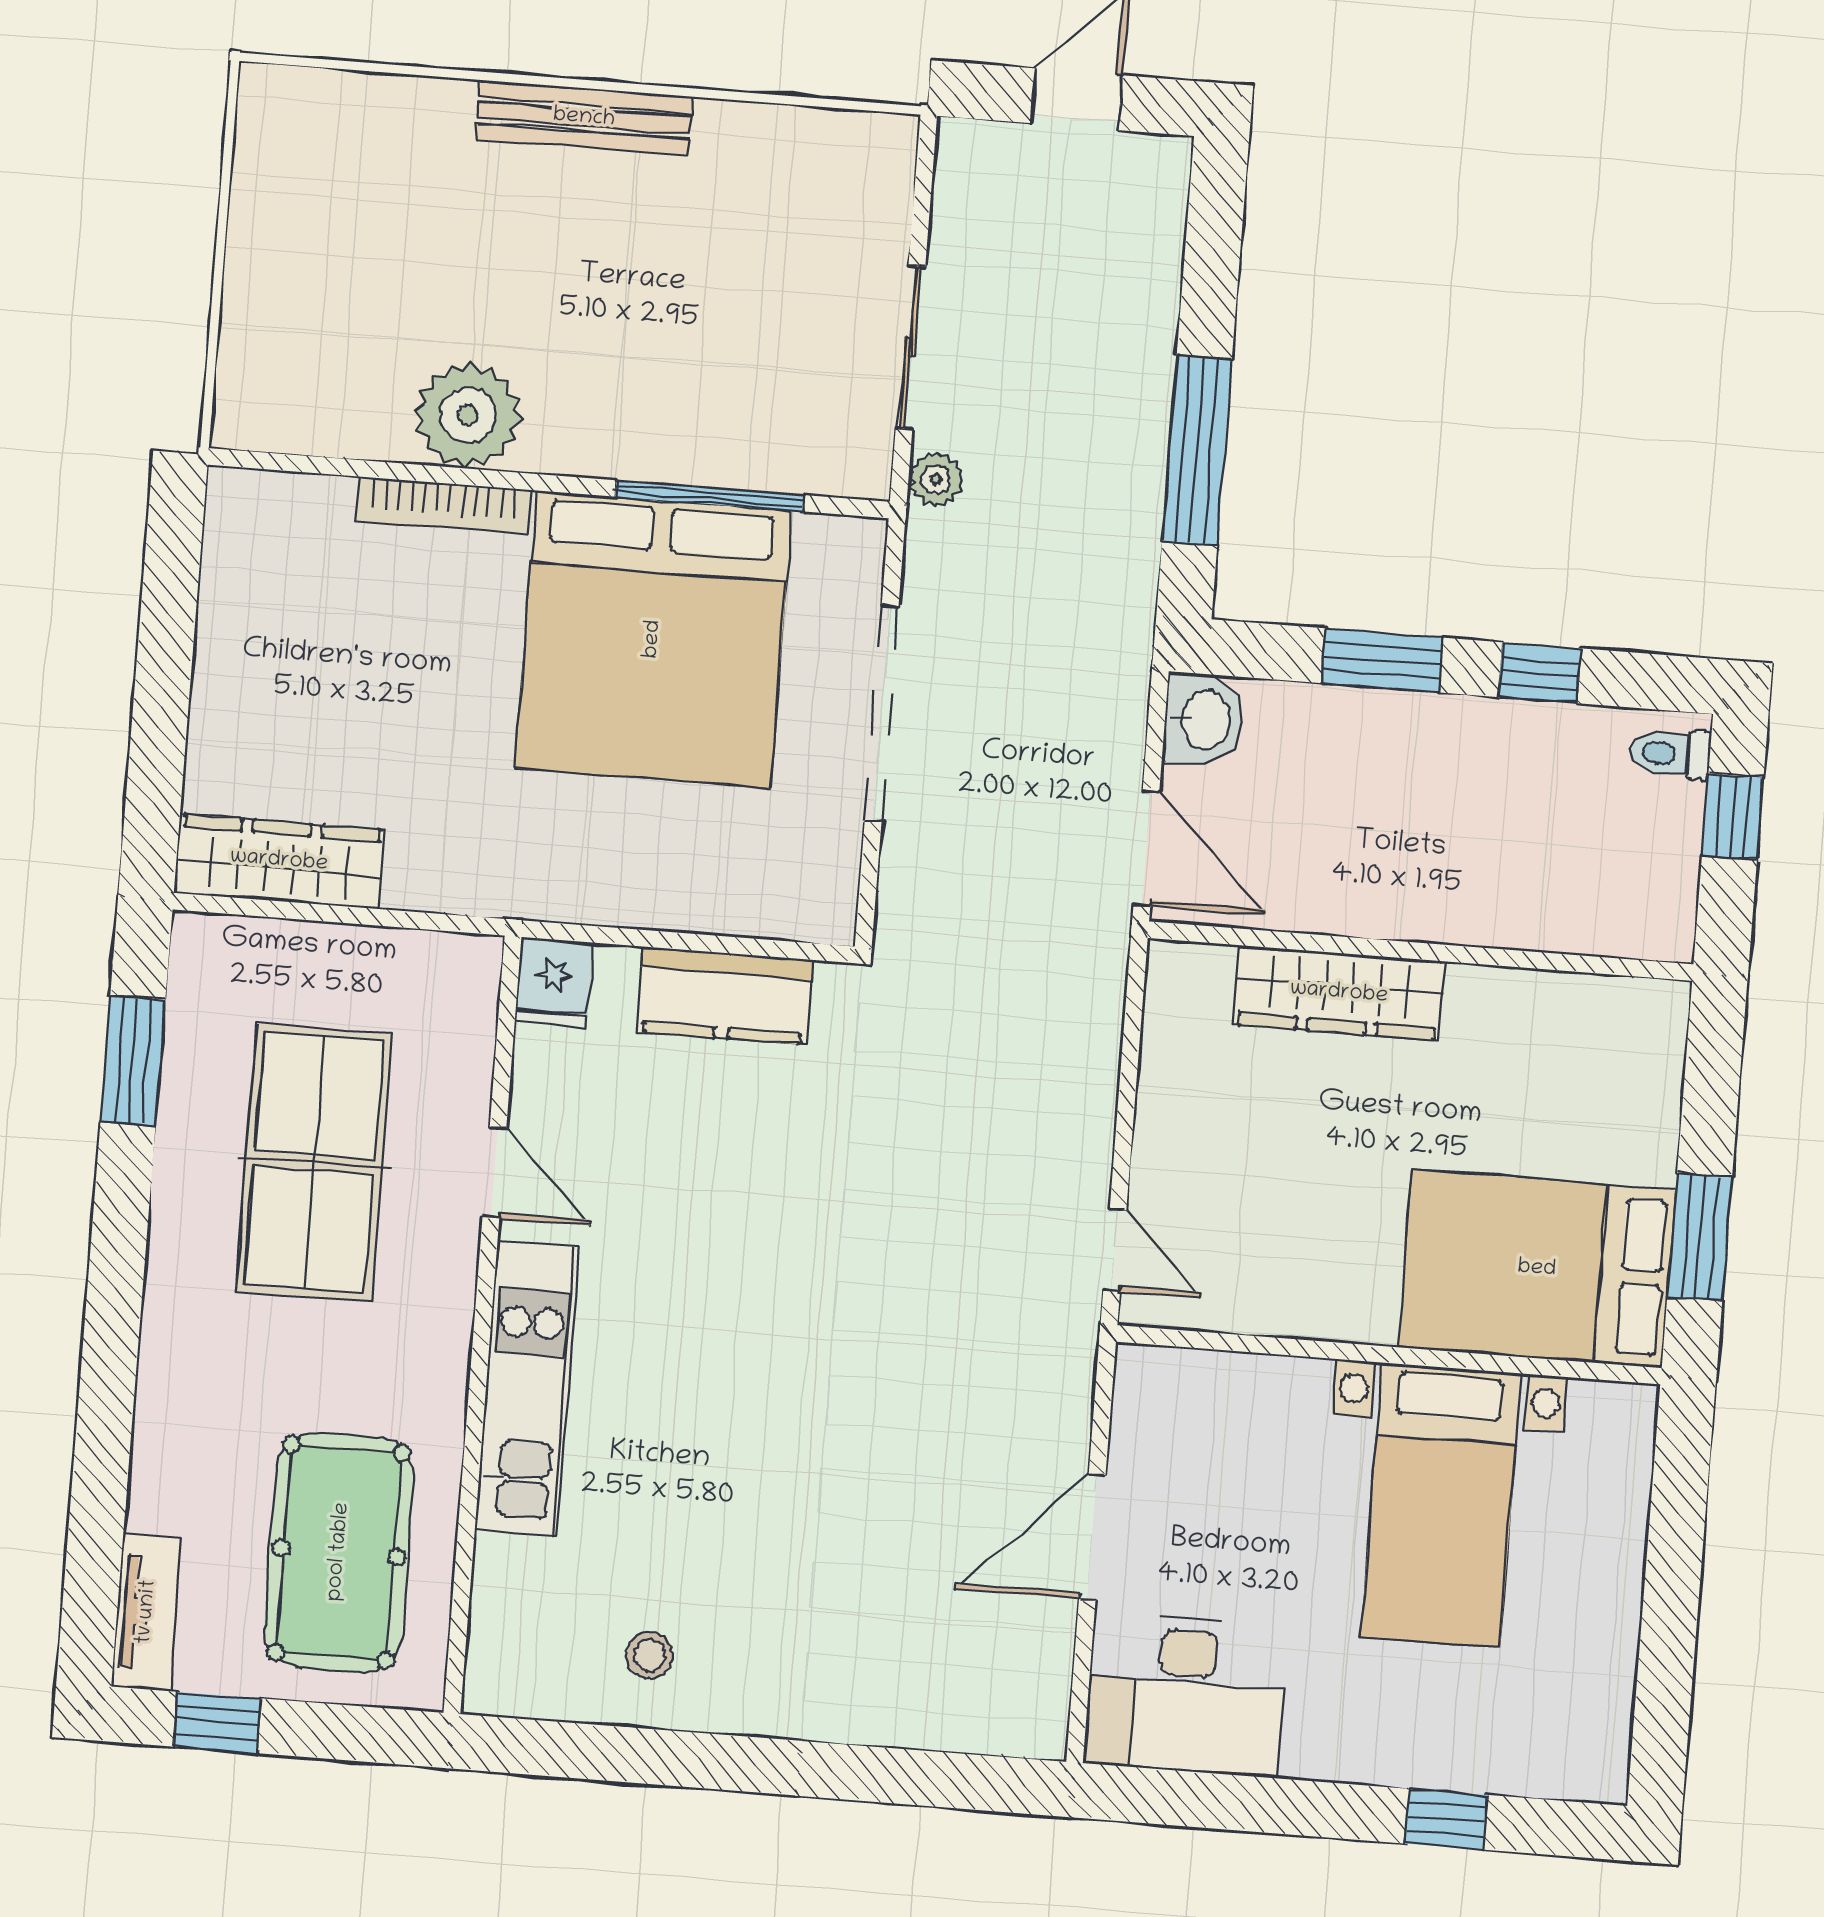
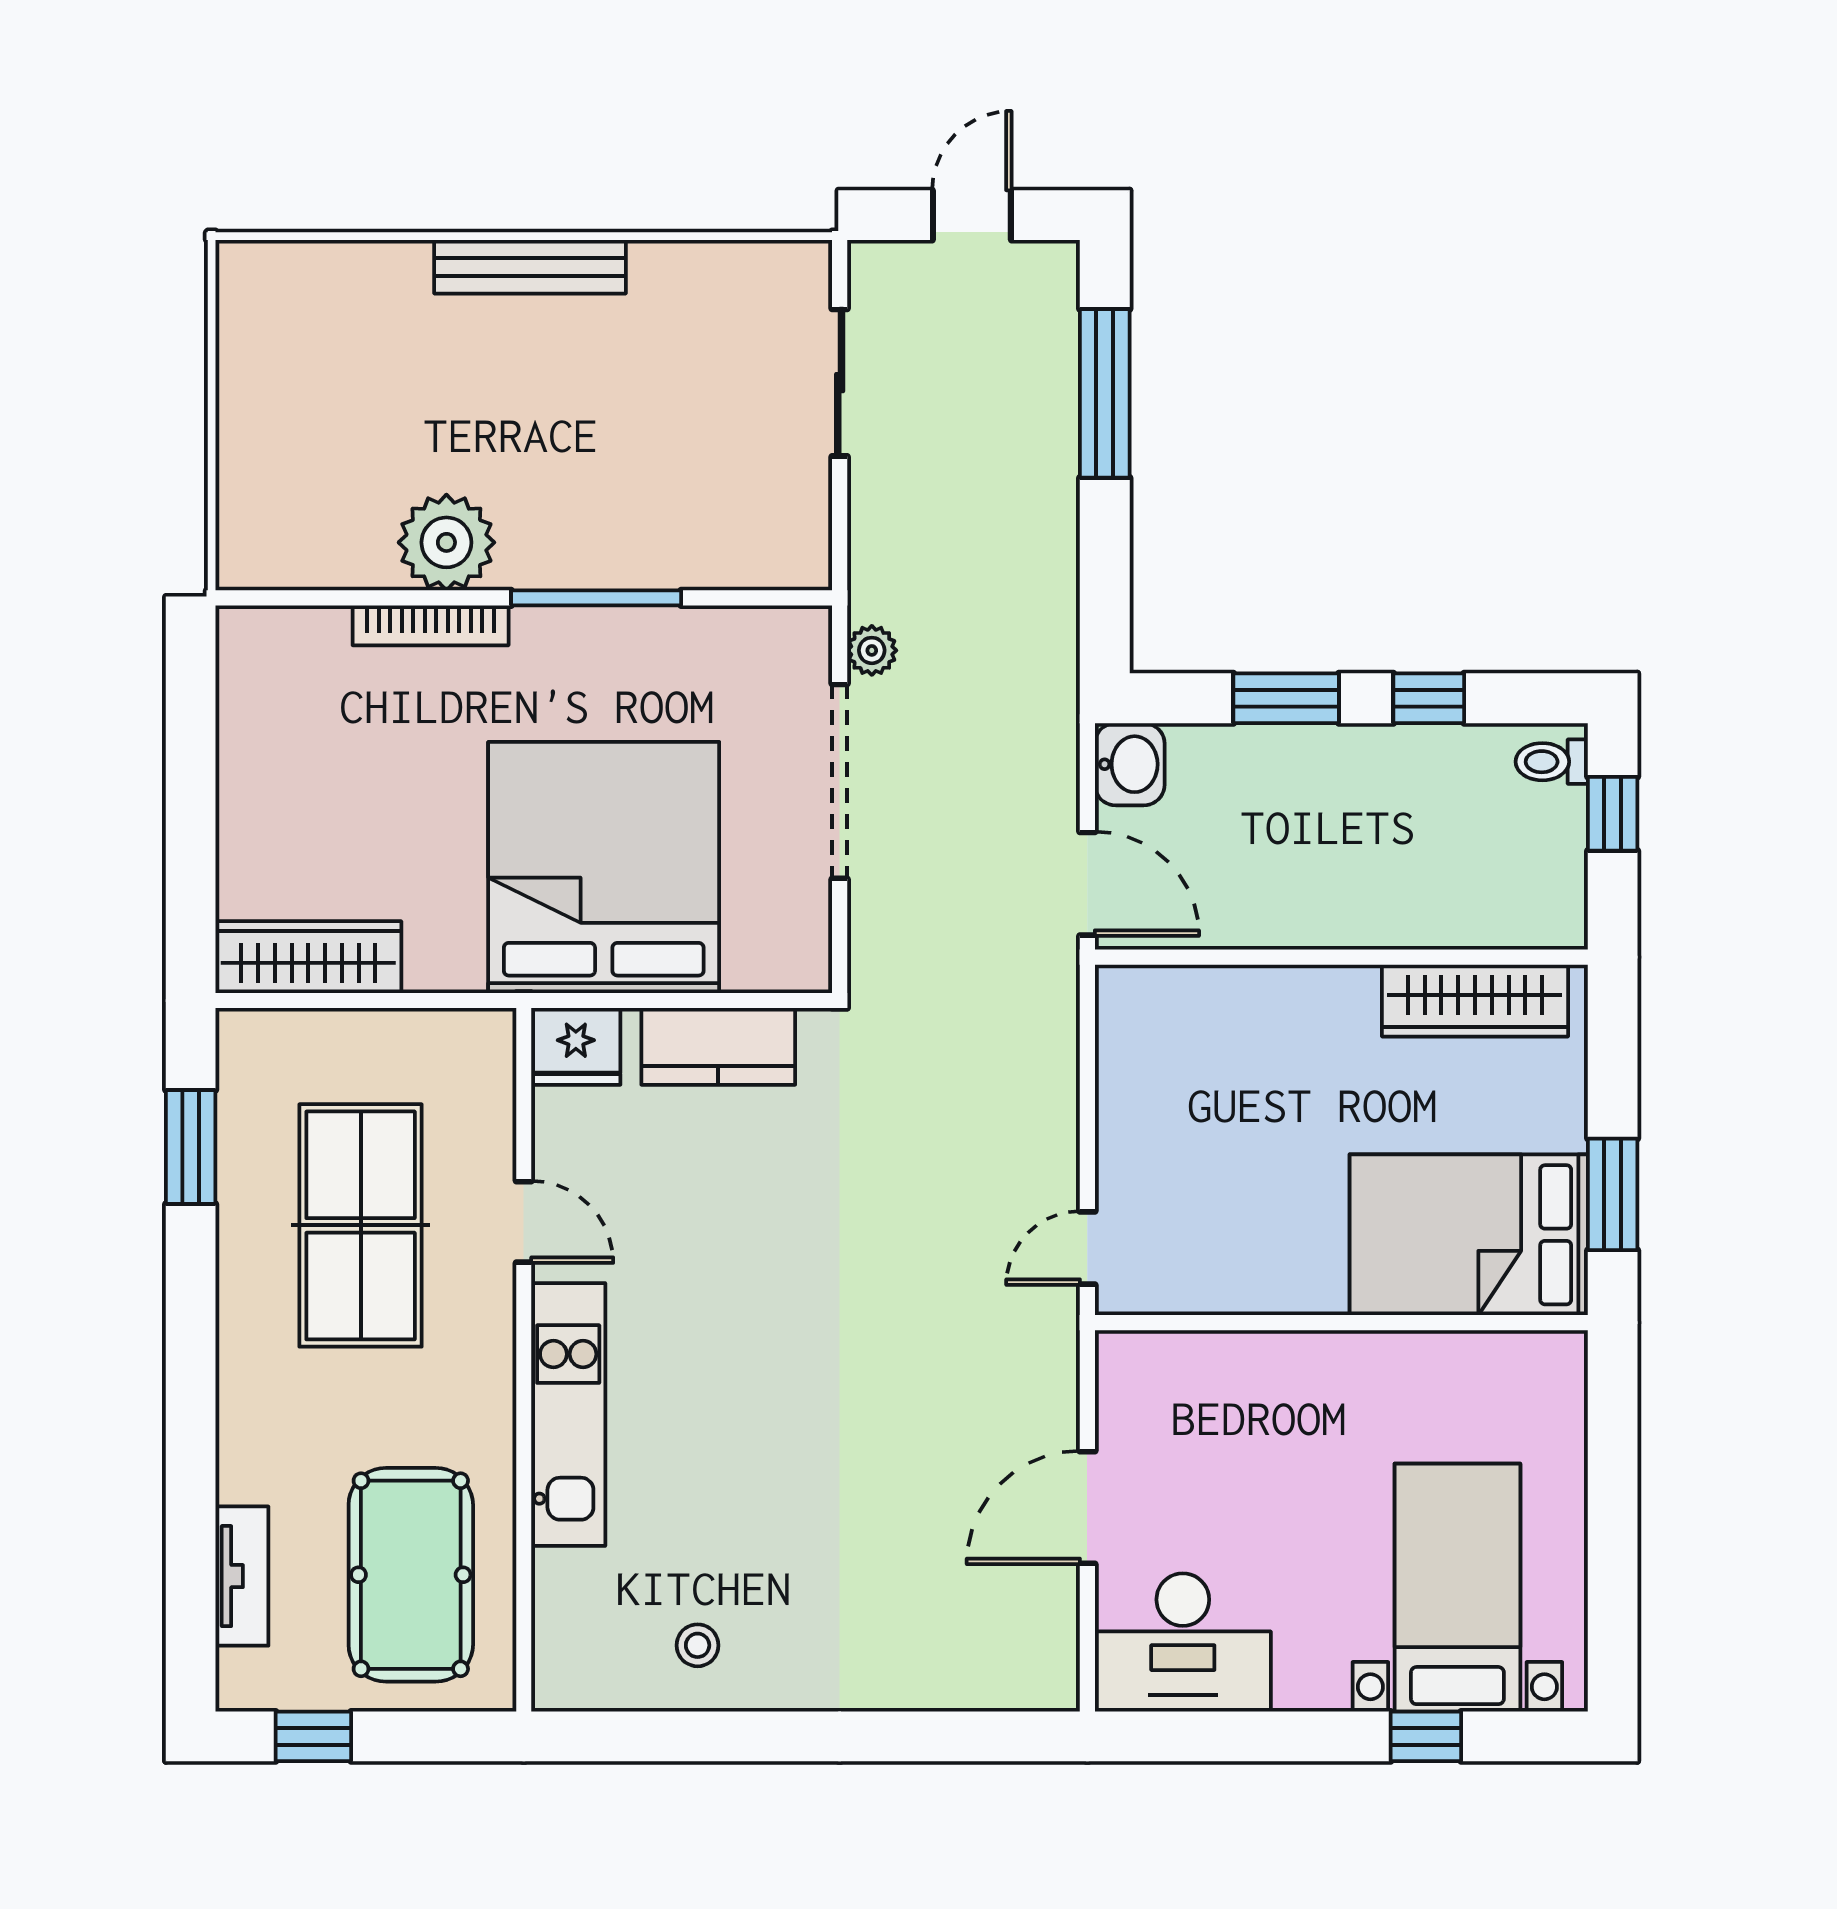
sliding door: (910, 347) -> (840, 383), moved
window: (1197, 450) -> (1105, 393), moved
plant: (936, 479) -> (872, 650), moved
window: (710, 496) -> (596, 598), moved
bed: (653, 639) -> (604, 868), moved, turned 180
fridge: (553, 982) -> (576, 1046), width x1.38
wardrobe: (1339, 993) -> (1475, 1001), moved
door: (1115, 1250) -> (1087, 1248), swing flipped
bed with nightstands: (1441, 1505) -> (1457, 1588), moved, turned 180
tv unit: (147, 1612) -> (242, 1576), moved

